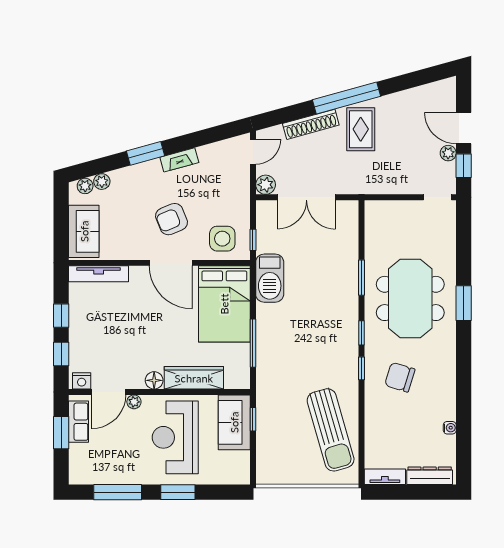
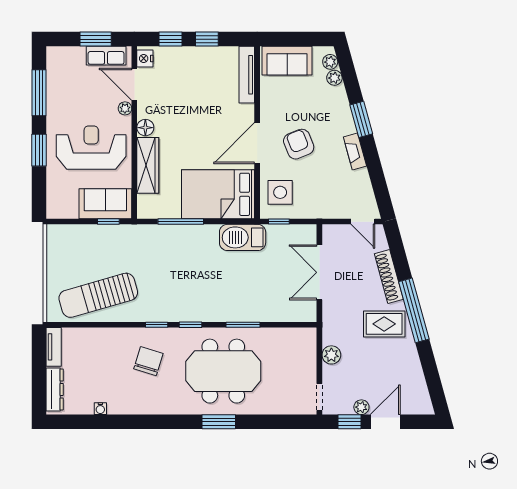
plant: (266, 185) -> (331, 355), moved

